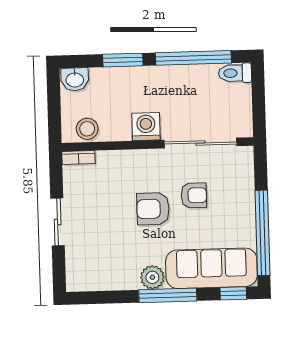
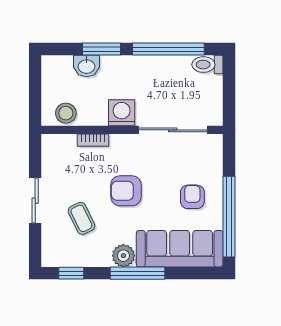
washbasin: (75, 79) -> (87, 66), moved
bookcase: (78, 157) -> (93, 140), moved
armchair: (194, 195) -> (192, 197), moved, turned -90
coffee table: (107, 239) -> (81, 218), added
window: (233, 293) -> (71, 273), moved

